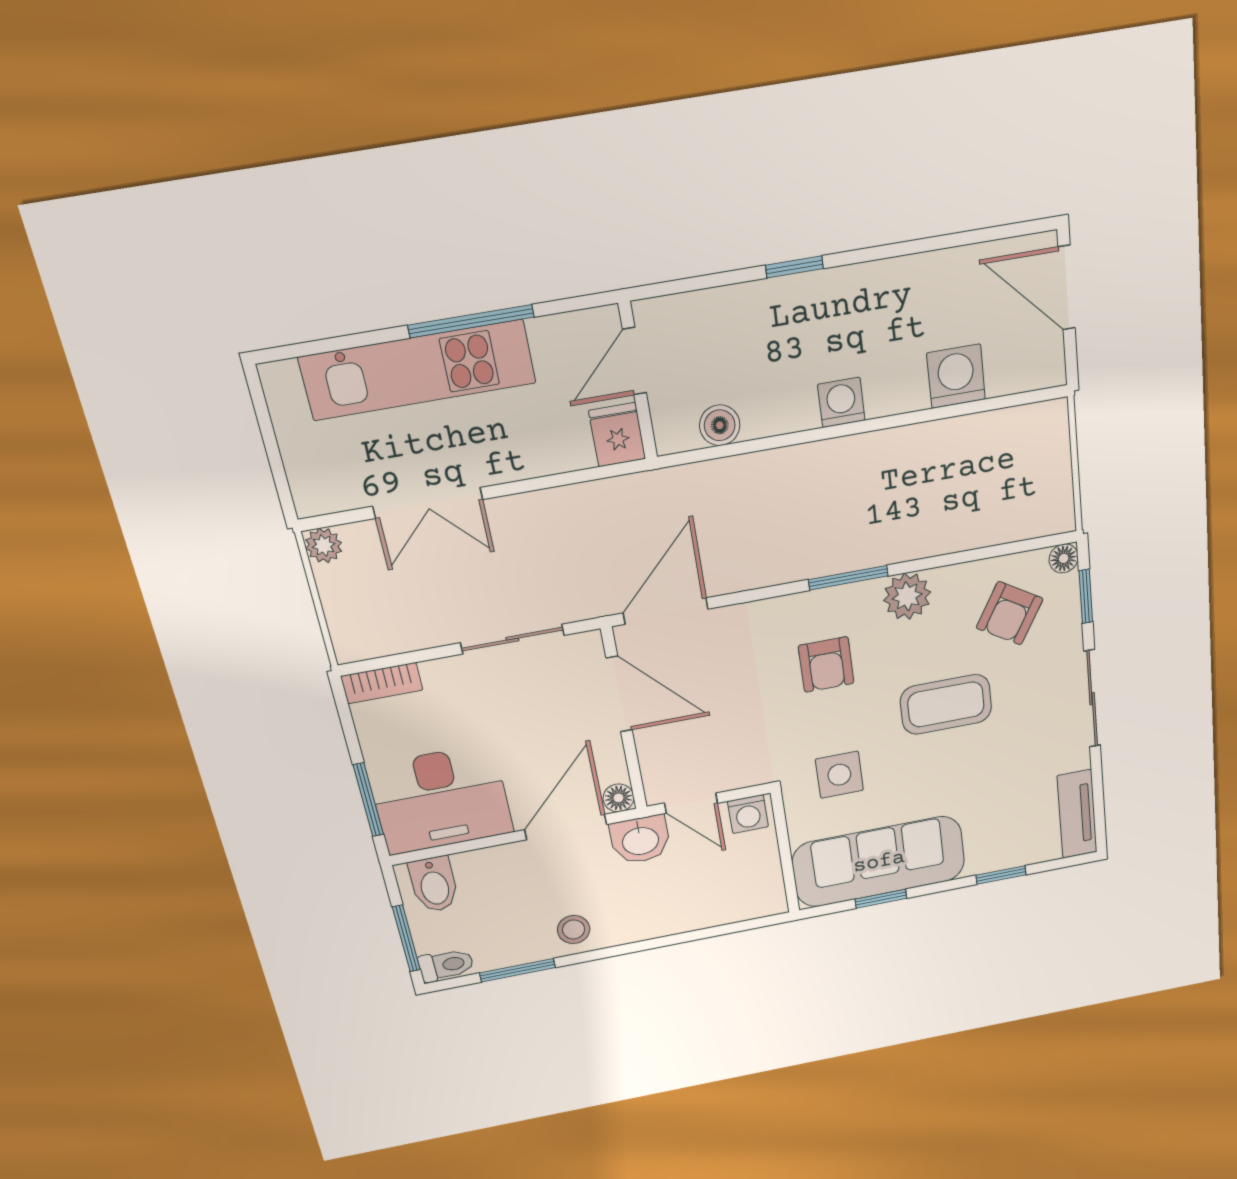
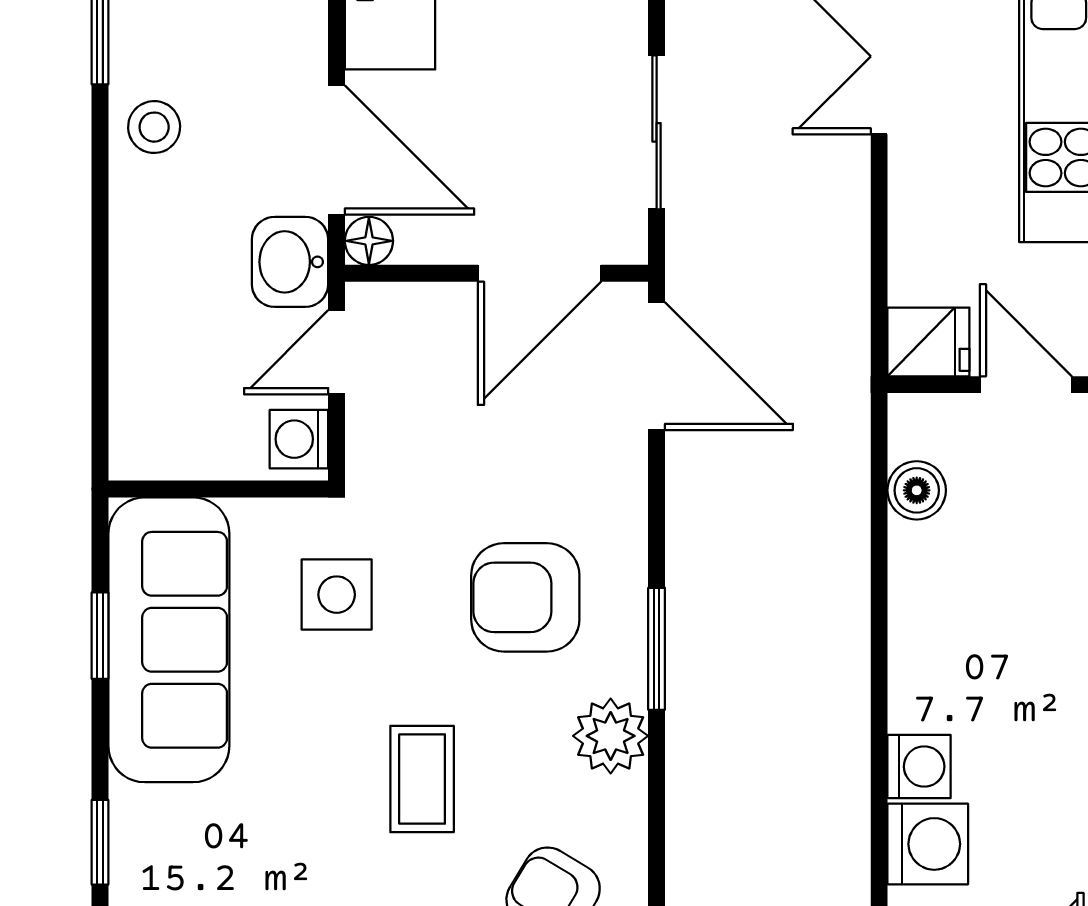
washing machine: (841, 402) -> (919, 767), moved
armchair: (826, 664) -> (525, 597), width x1.38, depth x1.38
coffee table: (946, 704) -> (422, 779), width x0.73, depth x0.77

